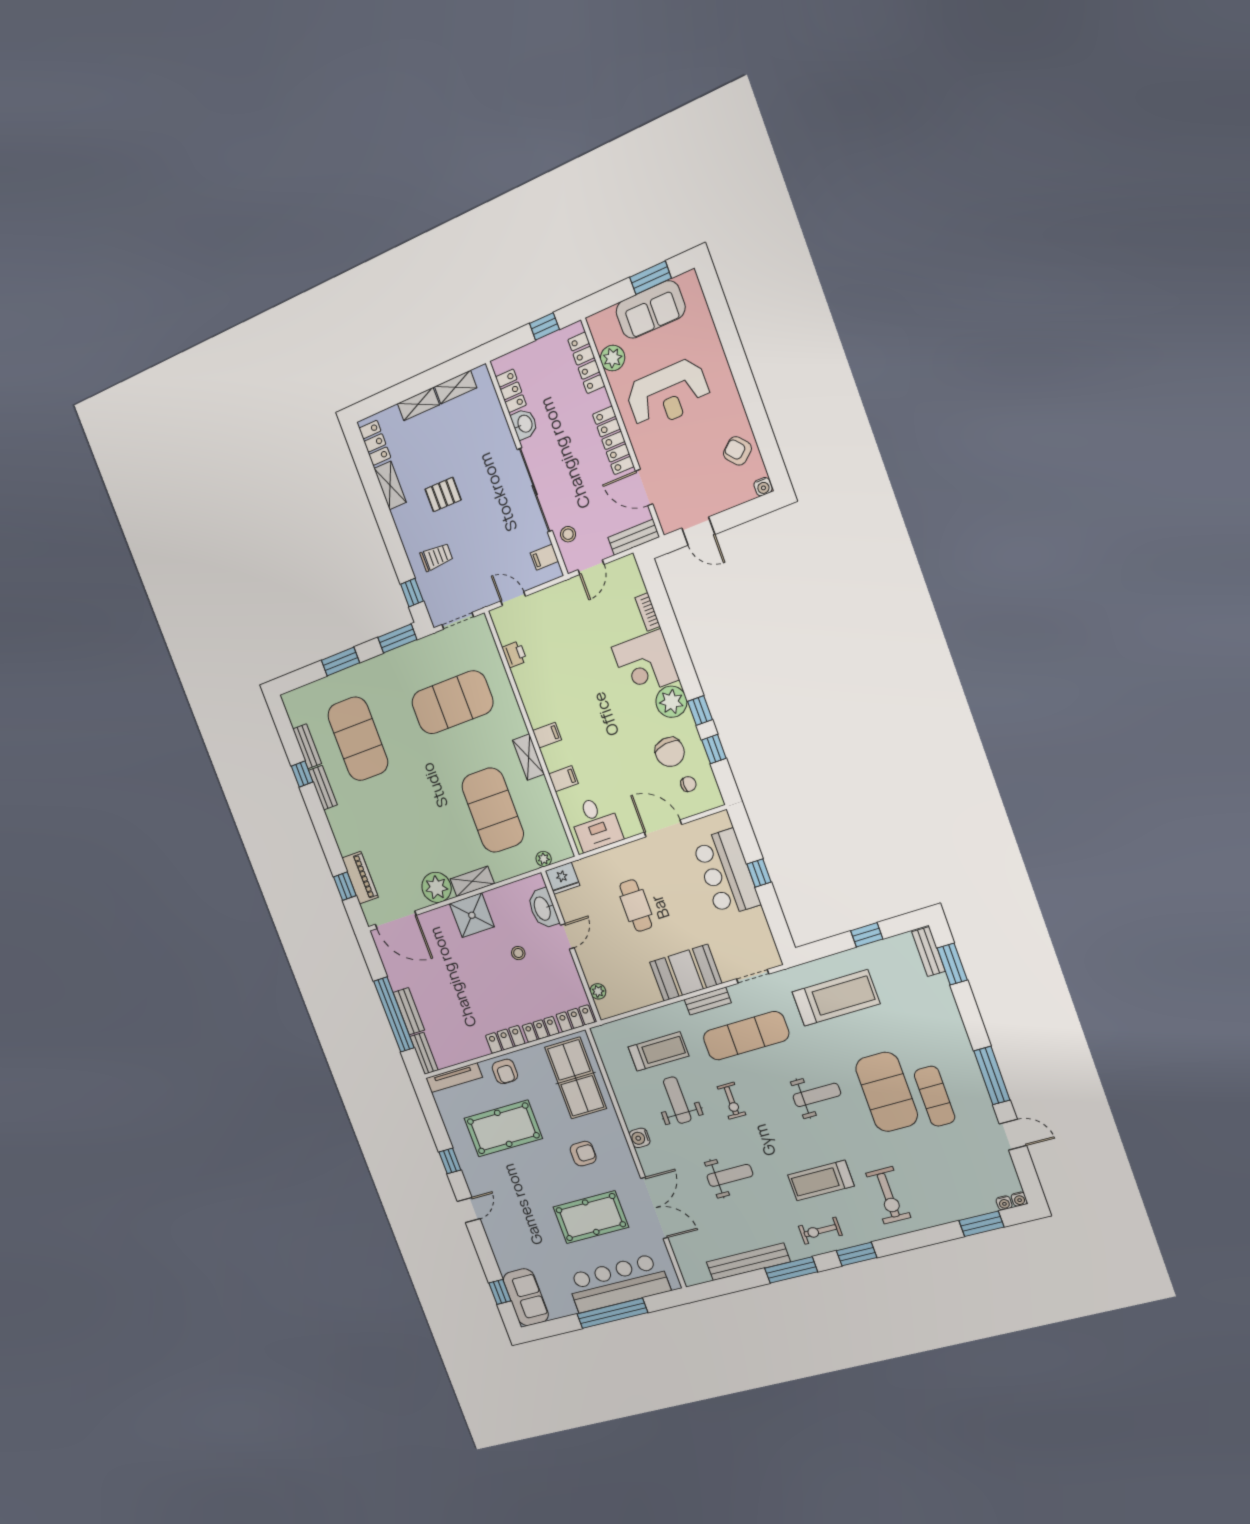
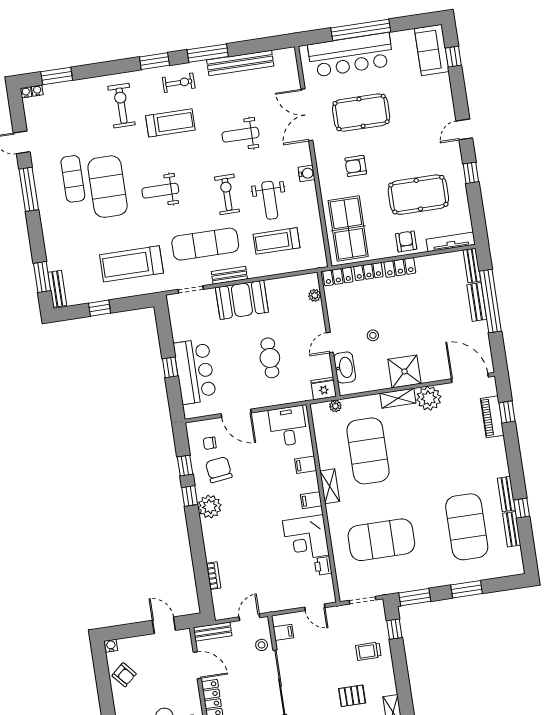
corner desk: (645, 663) -> (306, 538), moved, turned 180
exercise bike: (731, 1101) -> (227, 194), width x1.38, depth x1.39

